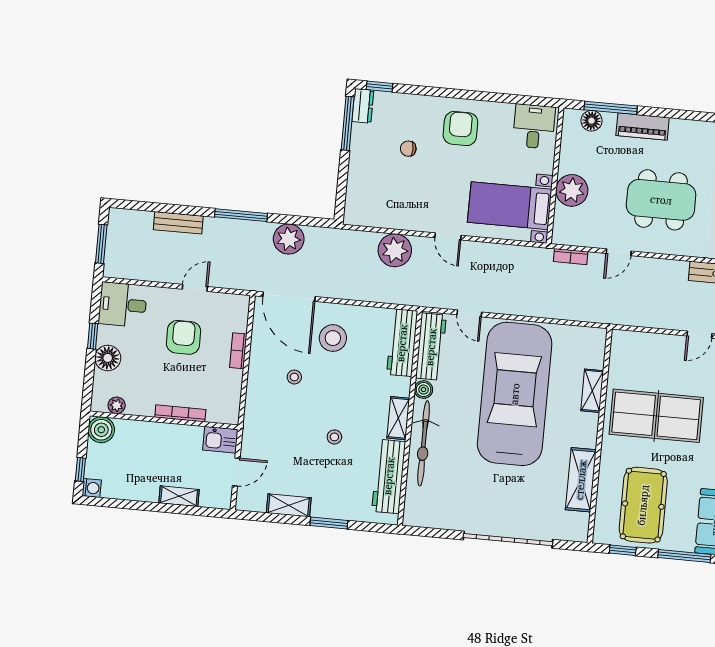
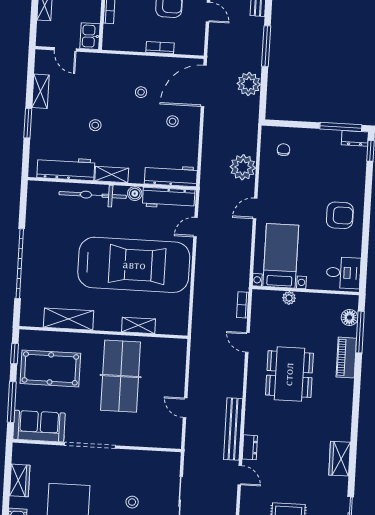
chair: (408, 149) -> (284, 150), moved
plant: (572, 190) -> (289, 298), width x0.53, depth x0.53
stool: (333, 338) -> (173, 121), width x0.53, depth x0.53

